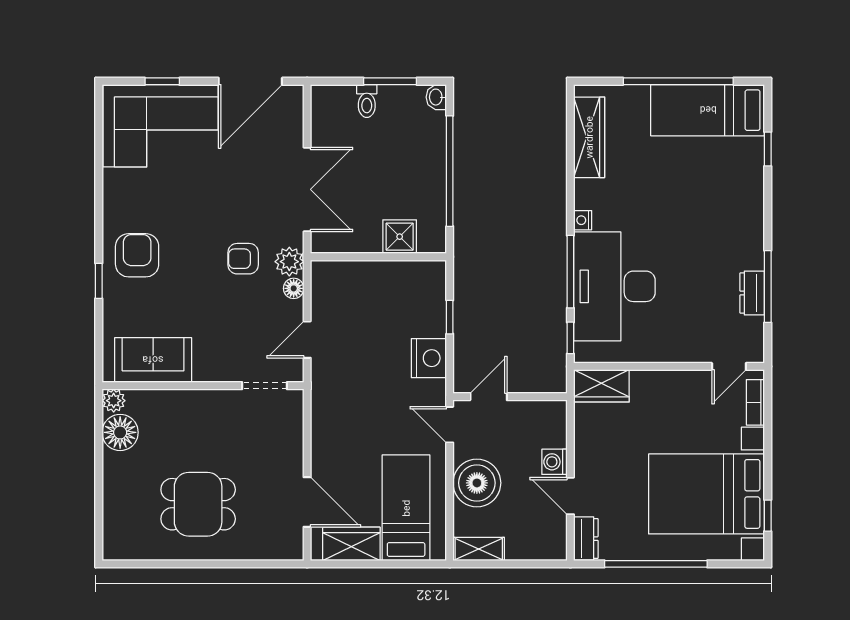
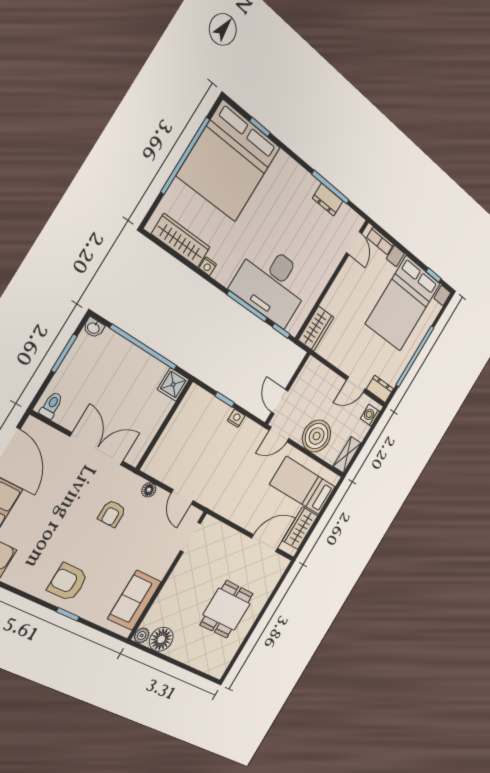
toilet: (367, 101) -> (51, 405), moved, turned -90
bed: (708, 110) -> (229, 161), width x2.04
nightstand: (583, 220) -> (208, 266), moved
shower: (400, 237) -> (173, 384), moved
plant: (289, 262) -> (132, 484), removed
nightstand: (429, 358) -> (236, 418), width x0.53, depth x0.56
washing machine: (554, 462) -> (370, 415), moved, turned 90

